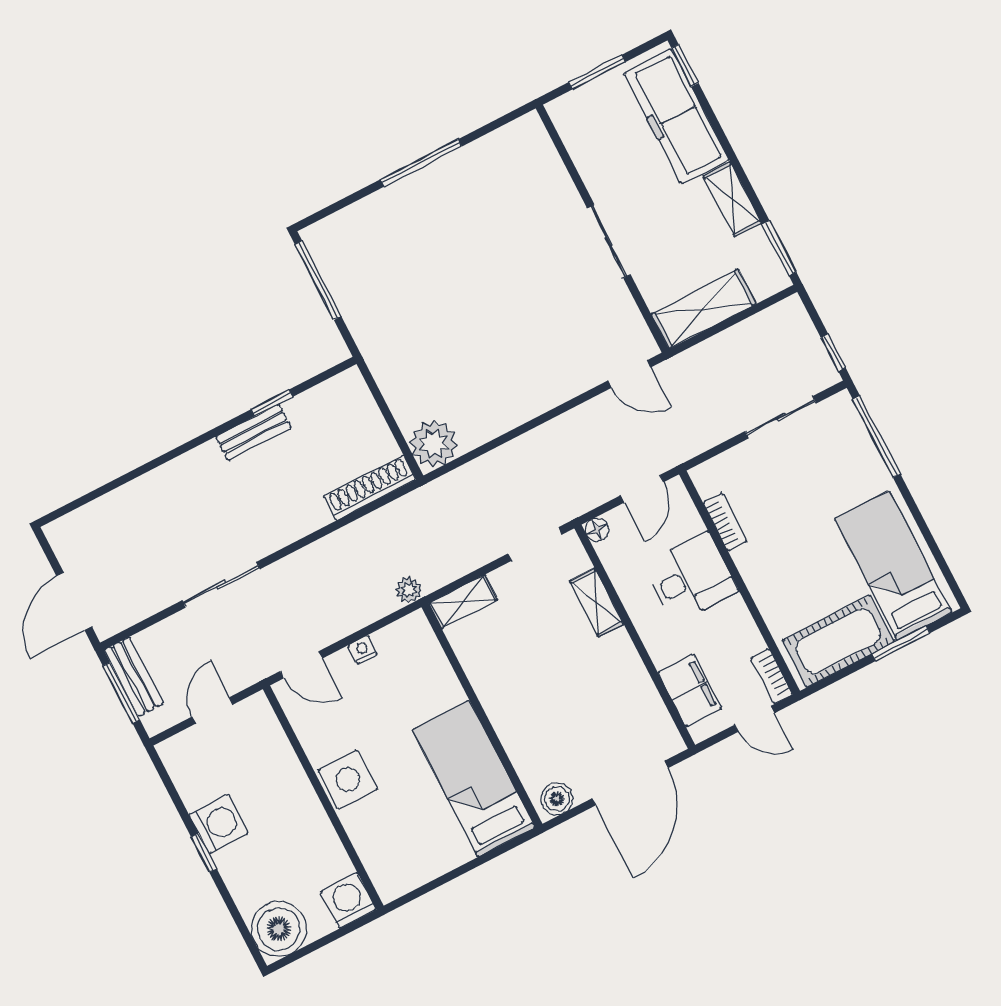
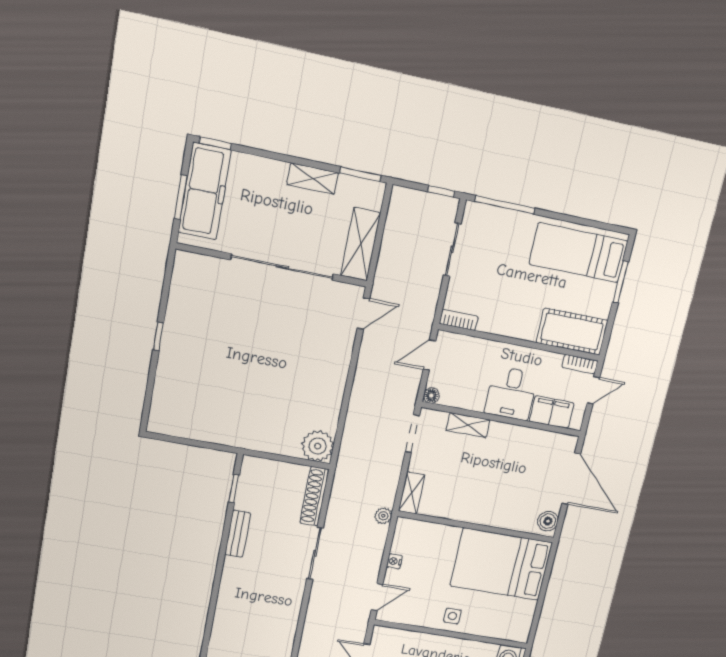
freezer: (676, 116) -> (205, 191), moved, turned -90
window: (421, 163) -> (158, 336), width x0.46
sliding door: (609, 241) -> (282, 267), width x1.86
window: (318, 280) -> (181, 441), removed
window: (272, 403) -> (234, 488), moved
door: (642, 489) -> (429, 355), swing flipped
bookcase: (725, 522) -> (459, 320), moved
desk: (691, 577) -> (511, 393), moved, turned 180
sliding door: (221, 585) -> (315, 553), moved
cot: (838, 641) -> (572, 331), moved, turned 90
bed: (474, 779) -> (501, 564), width x1.50
side table: (348, 780) -> (452, 616), width x0.54, depth x0.54

